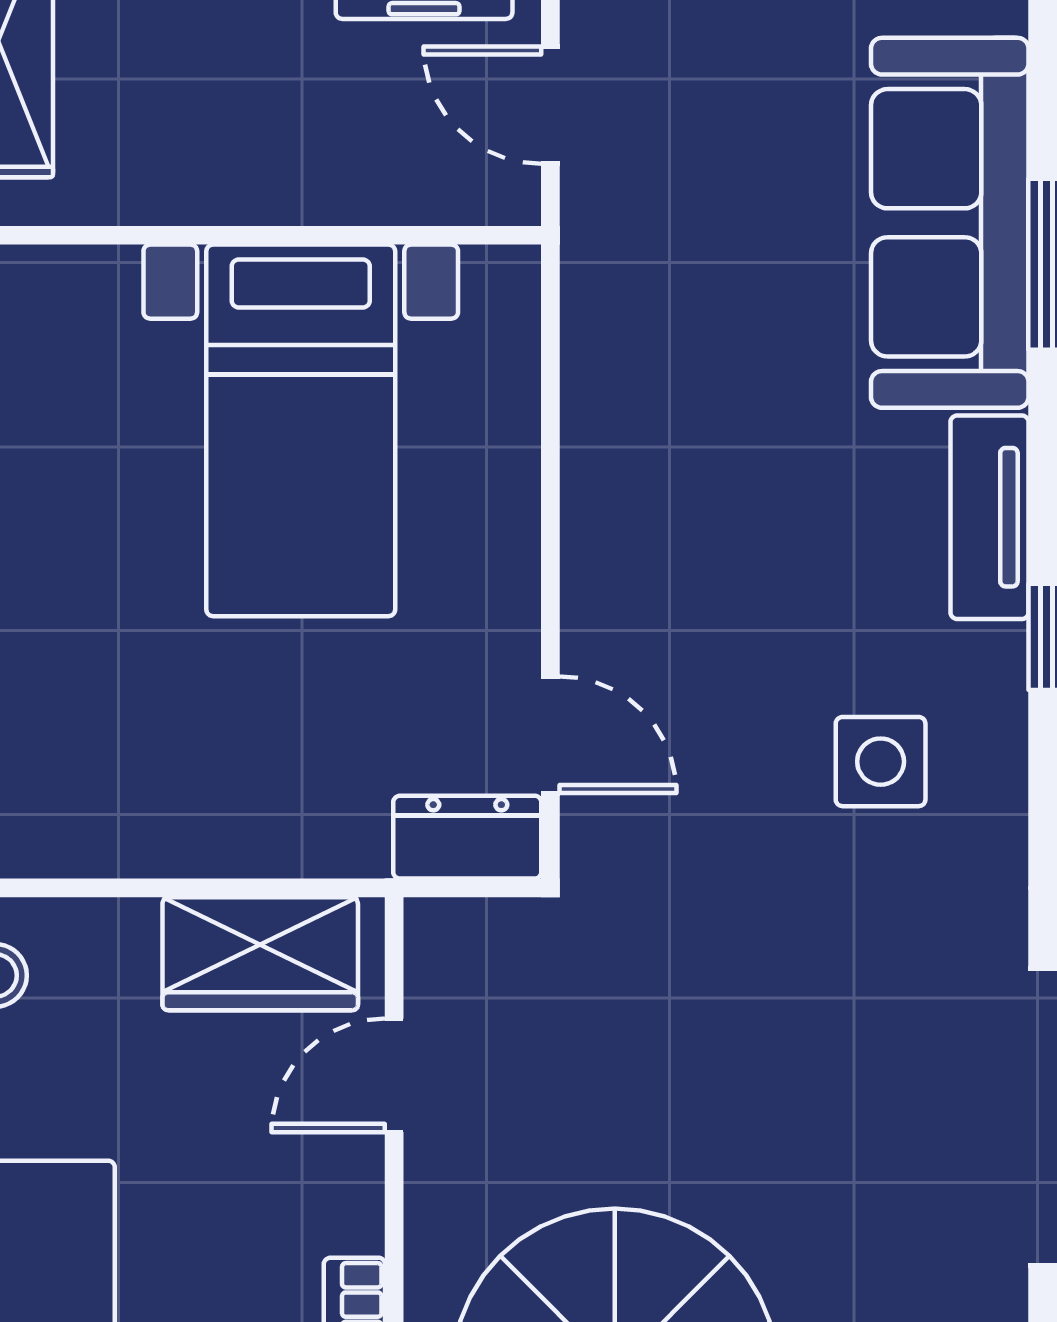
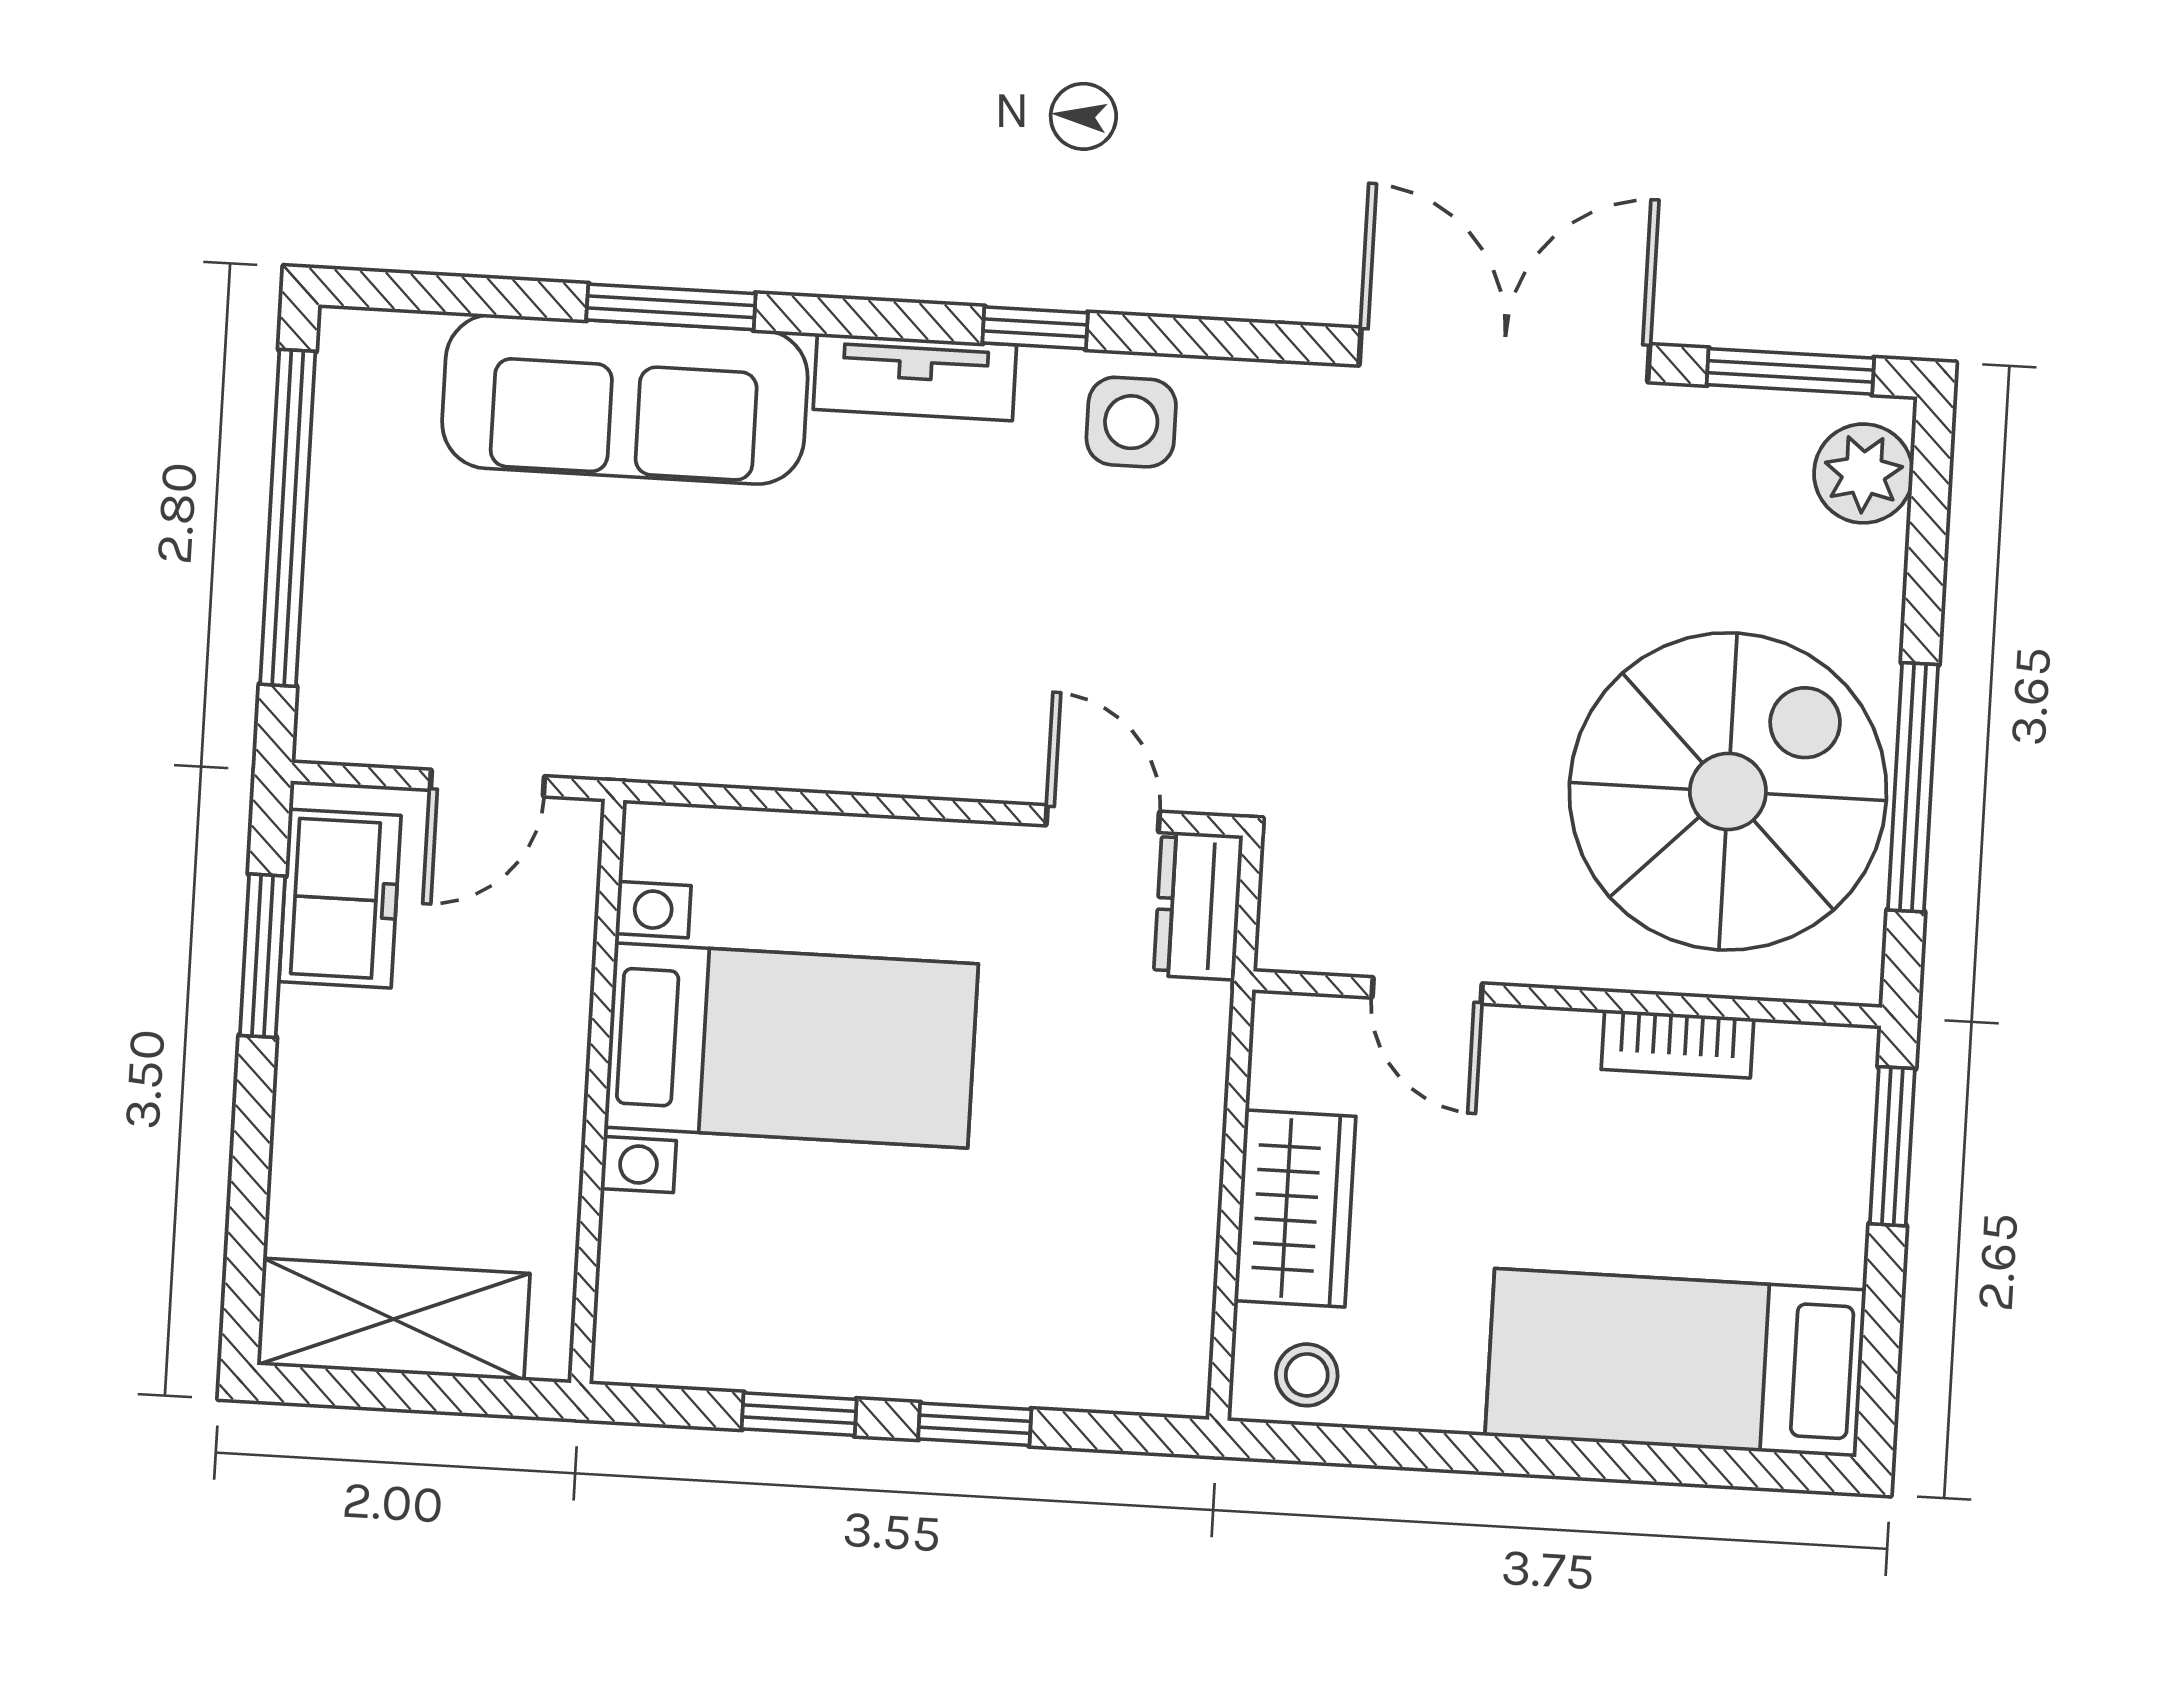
door: (550, 735) -> (1103, 819), hinge flipped
side table: (881, 762) -> (1131, 422), moved
wardrobe: (260, 954) -> (1295, 1208), moved

